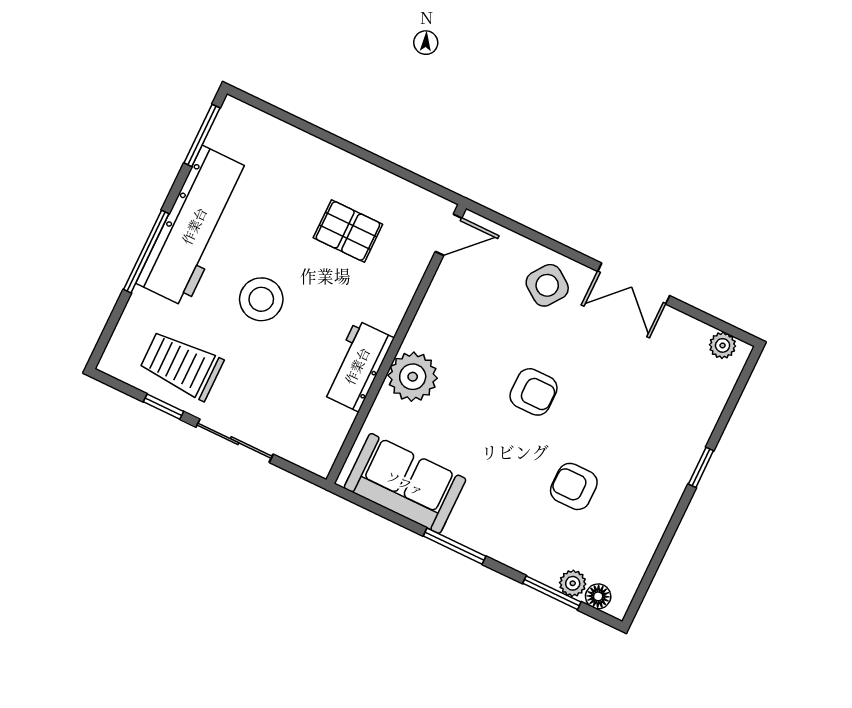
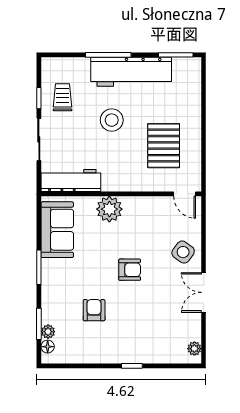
pallet: (348, 231) -> (164, 146), width x1.50, depth x1.42
trolley: (182, 365) -> (62, 97), width x0.73, depth x0.72
workbench: (357, 366) -> (71, 181), moved, width x1.38
armchair: (534, 392) -> (130, 270), turned -90

